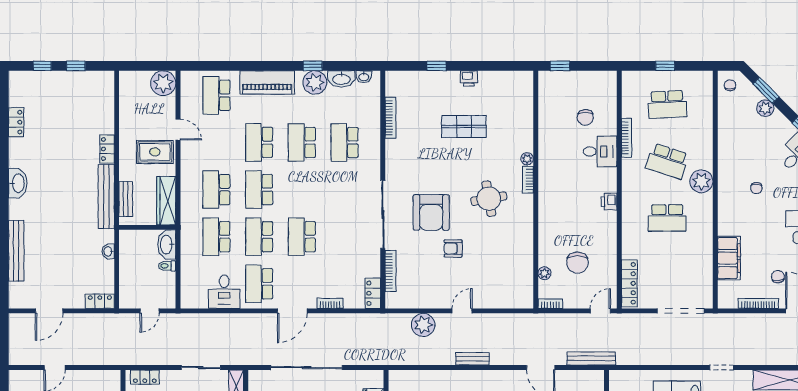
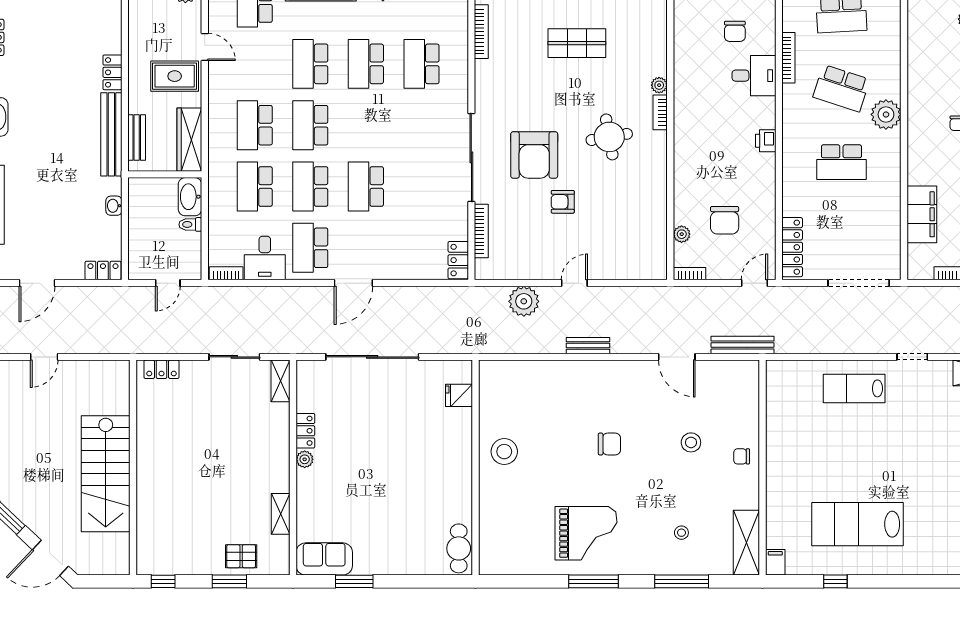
bookcase: (330, 303) -> (226, 273), moved

